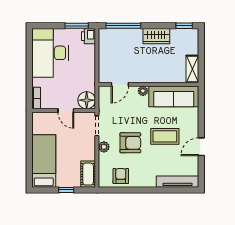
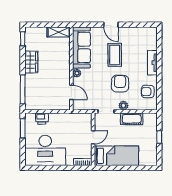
printer: (88, 36) -> (42, 119), moved
floor lamp: (87, 100) -> (85, 120), removed
door: (201, 147) -> (111, 25), moved
bed: (44, 161) -> (116, 156), moved, turned 180
cot: (88, 174) -> (132, 119), moved
tv unit: (177, 182) -> (152, 63), moved, width x0.71

